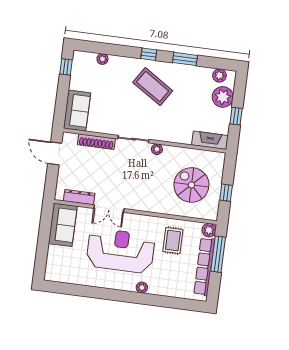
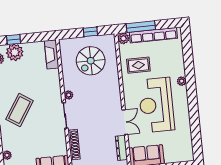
window: (236, 116) -> (14, 40), moved

